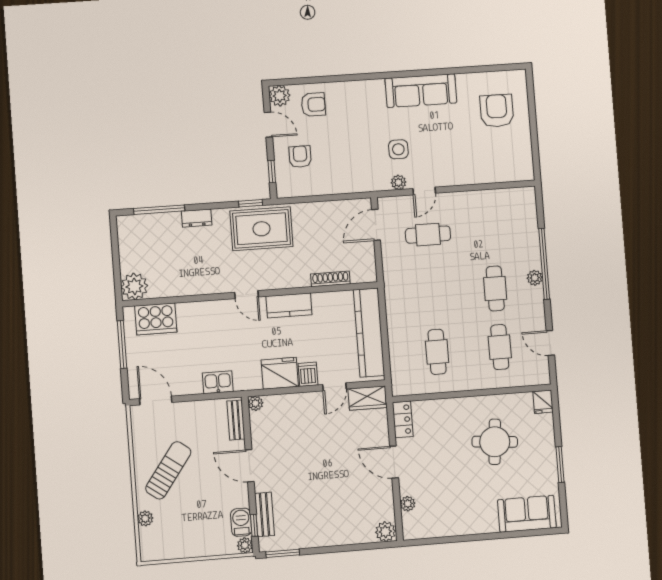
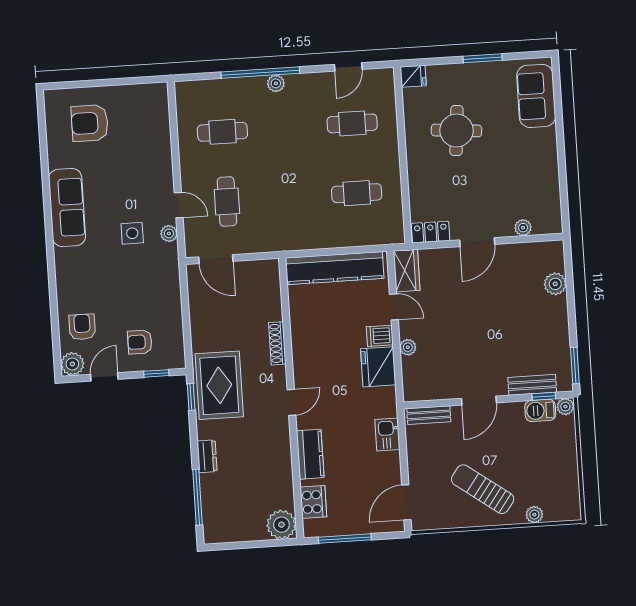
shoe rack: (330, 279) -> (277, 343), moved
cafe table: (495, 288) -> (222, 132), moved
kitchen counter: (289, 305) -> (310, 454), moved
cooker: (156, 319) -> (313, 502), width x0.73, depth x0.76
plant: (256, 403) -> (408, 347), moved
plant: (385, 532) -> (555, 284), moved

